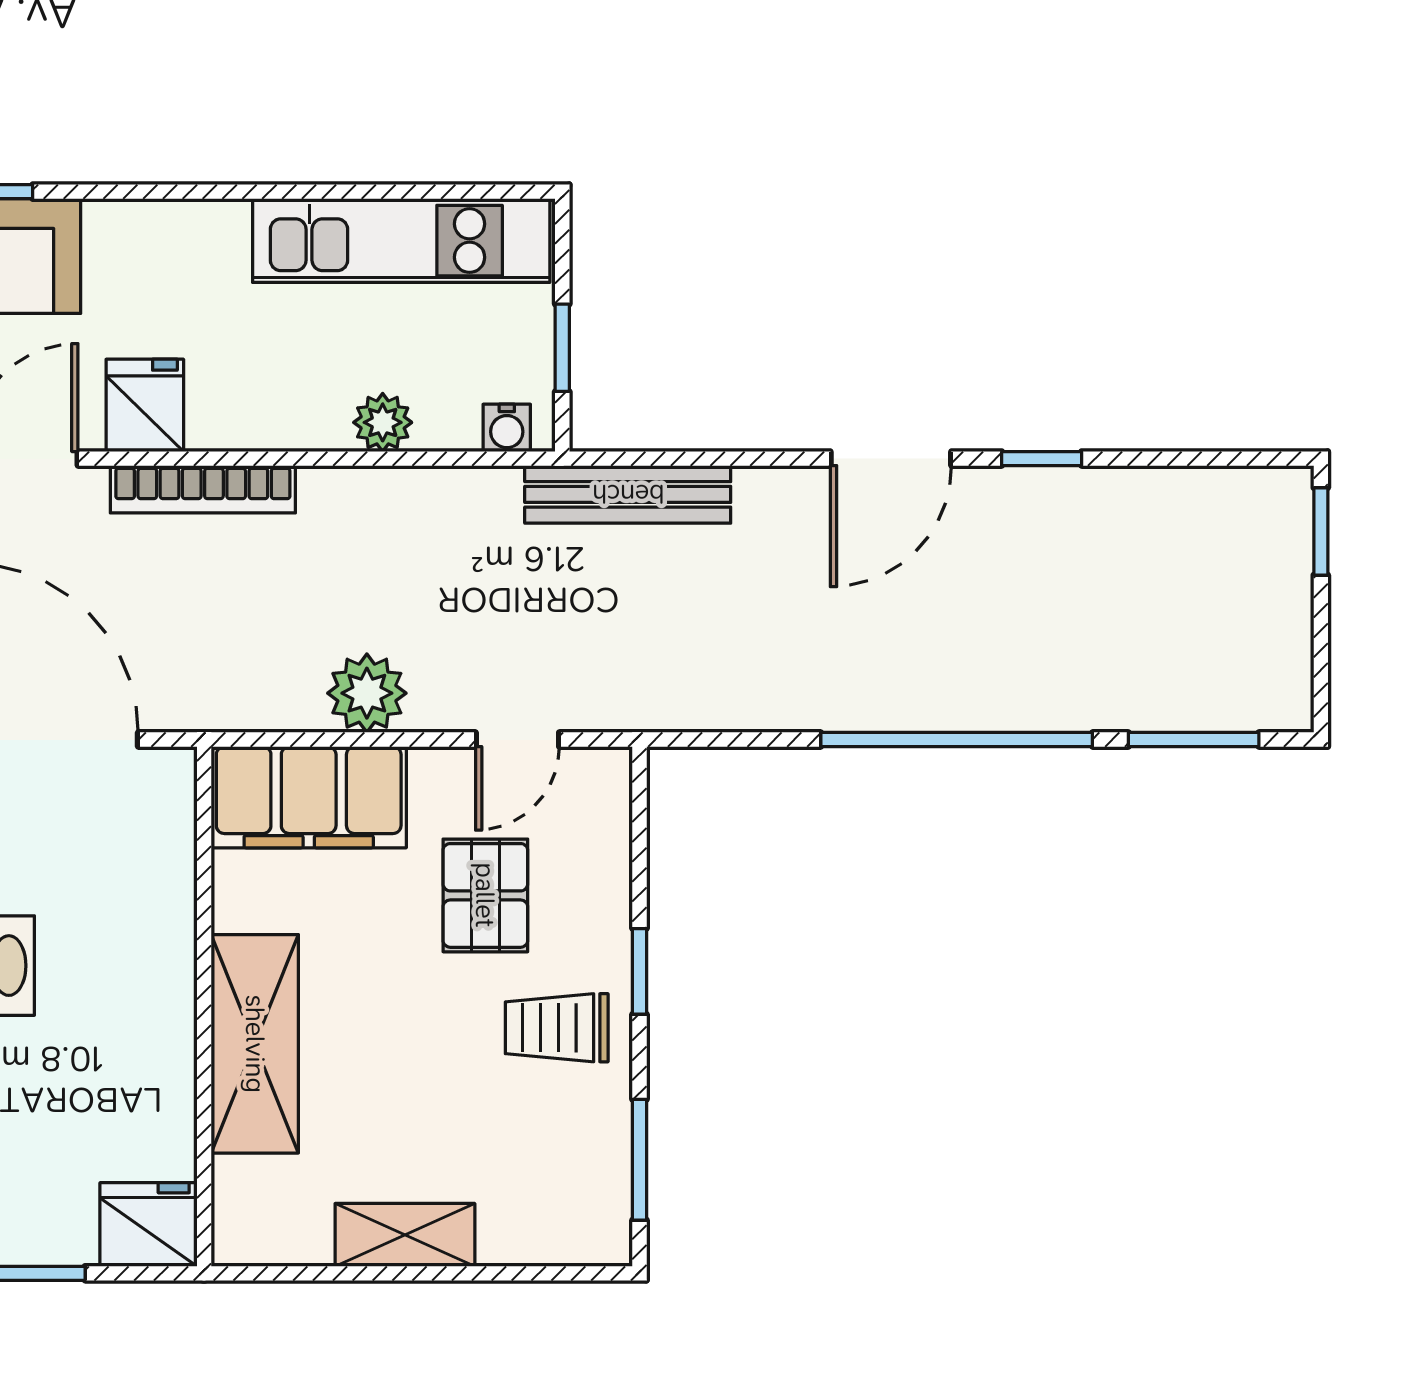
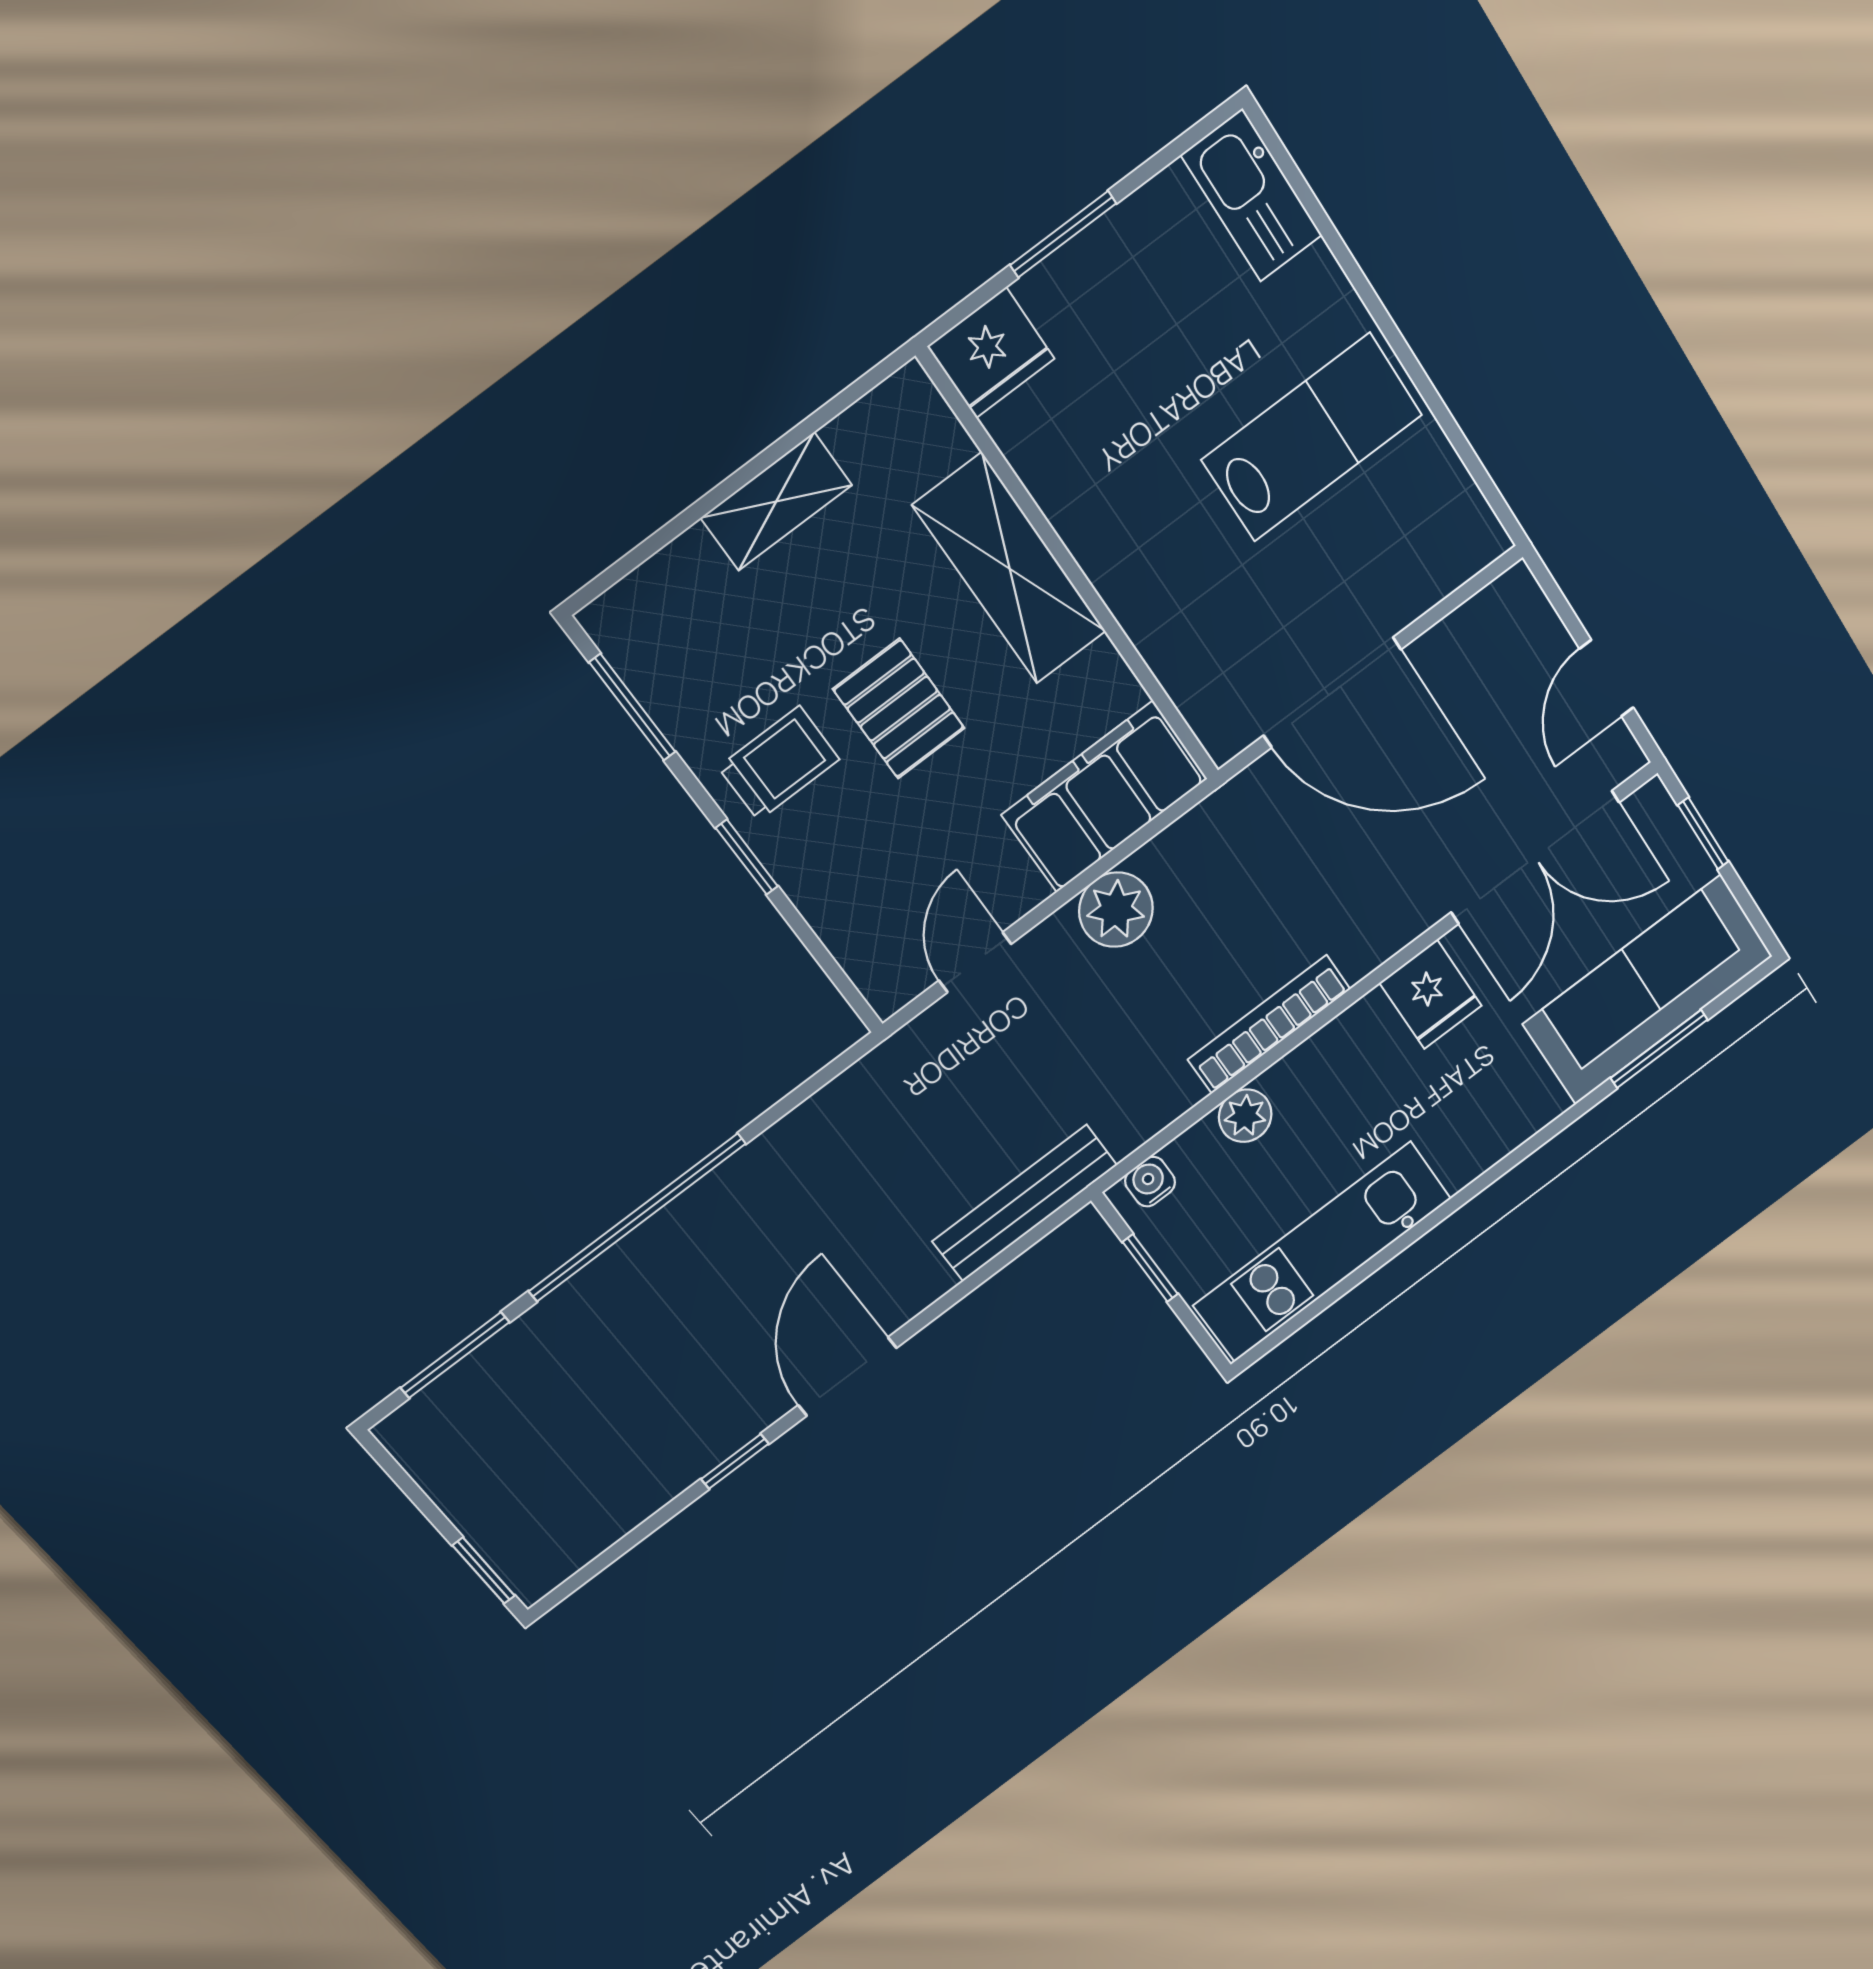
bookcase: (203, 489) -> (1269, 1024), moved
pallet: (485, 895) -> (899, 709), moved

